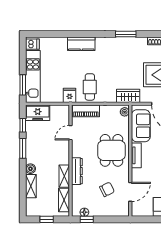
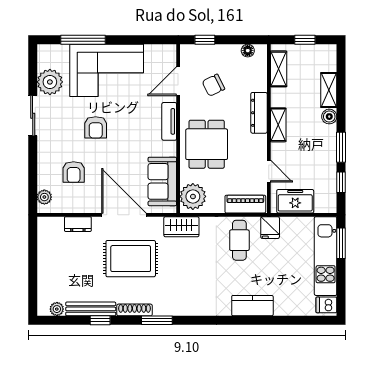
window: (126, 34) -> (157, 320), moved
plant: (125, 112) -> (193, 196), width x1.87, depth x1.87
freezer: (38, 113) -> (295, 201), moved
door: (70, 133) -> (269, 171), hinge flipped
tv unit: (136, 155) -> (169, 121), moved
shelving: (64, 176) -> (278, 125), moved
window: (87, 219) -> (205, 40), moved

